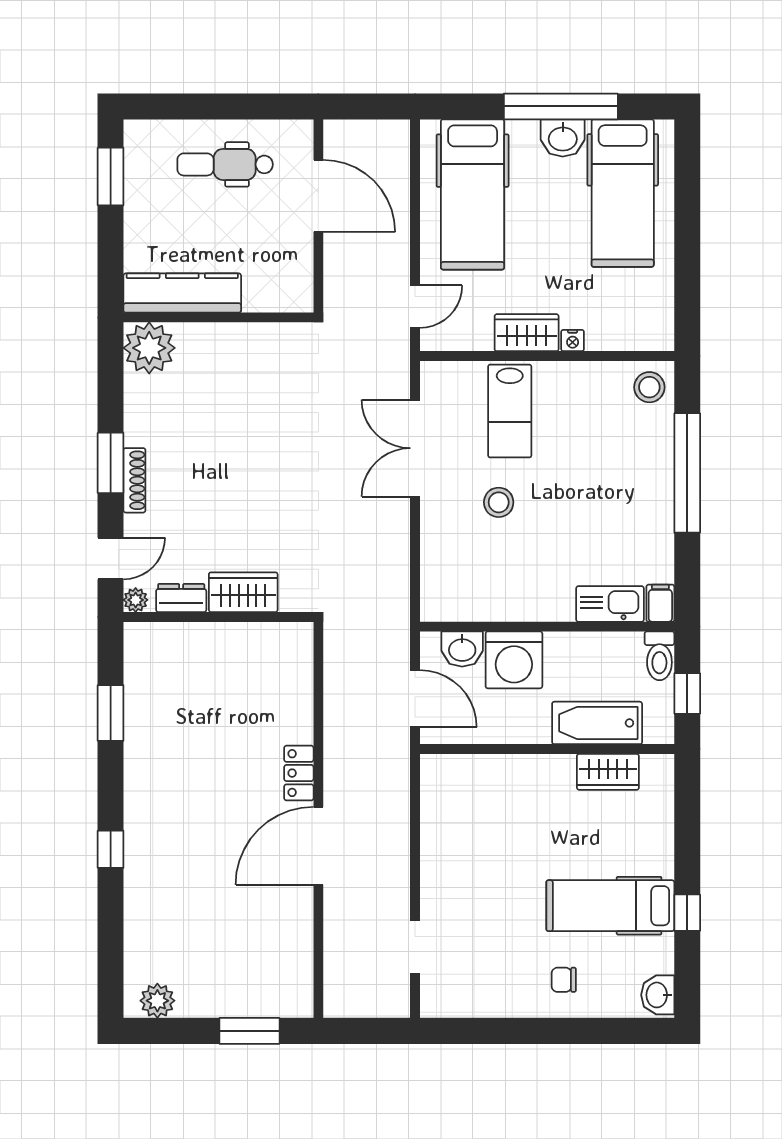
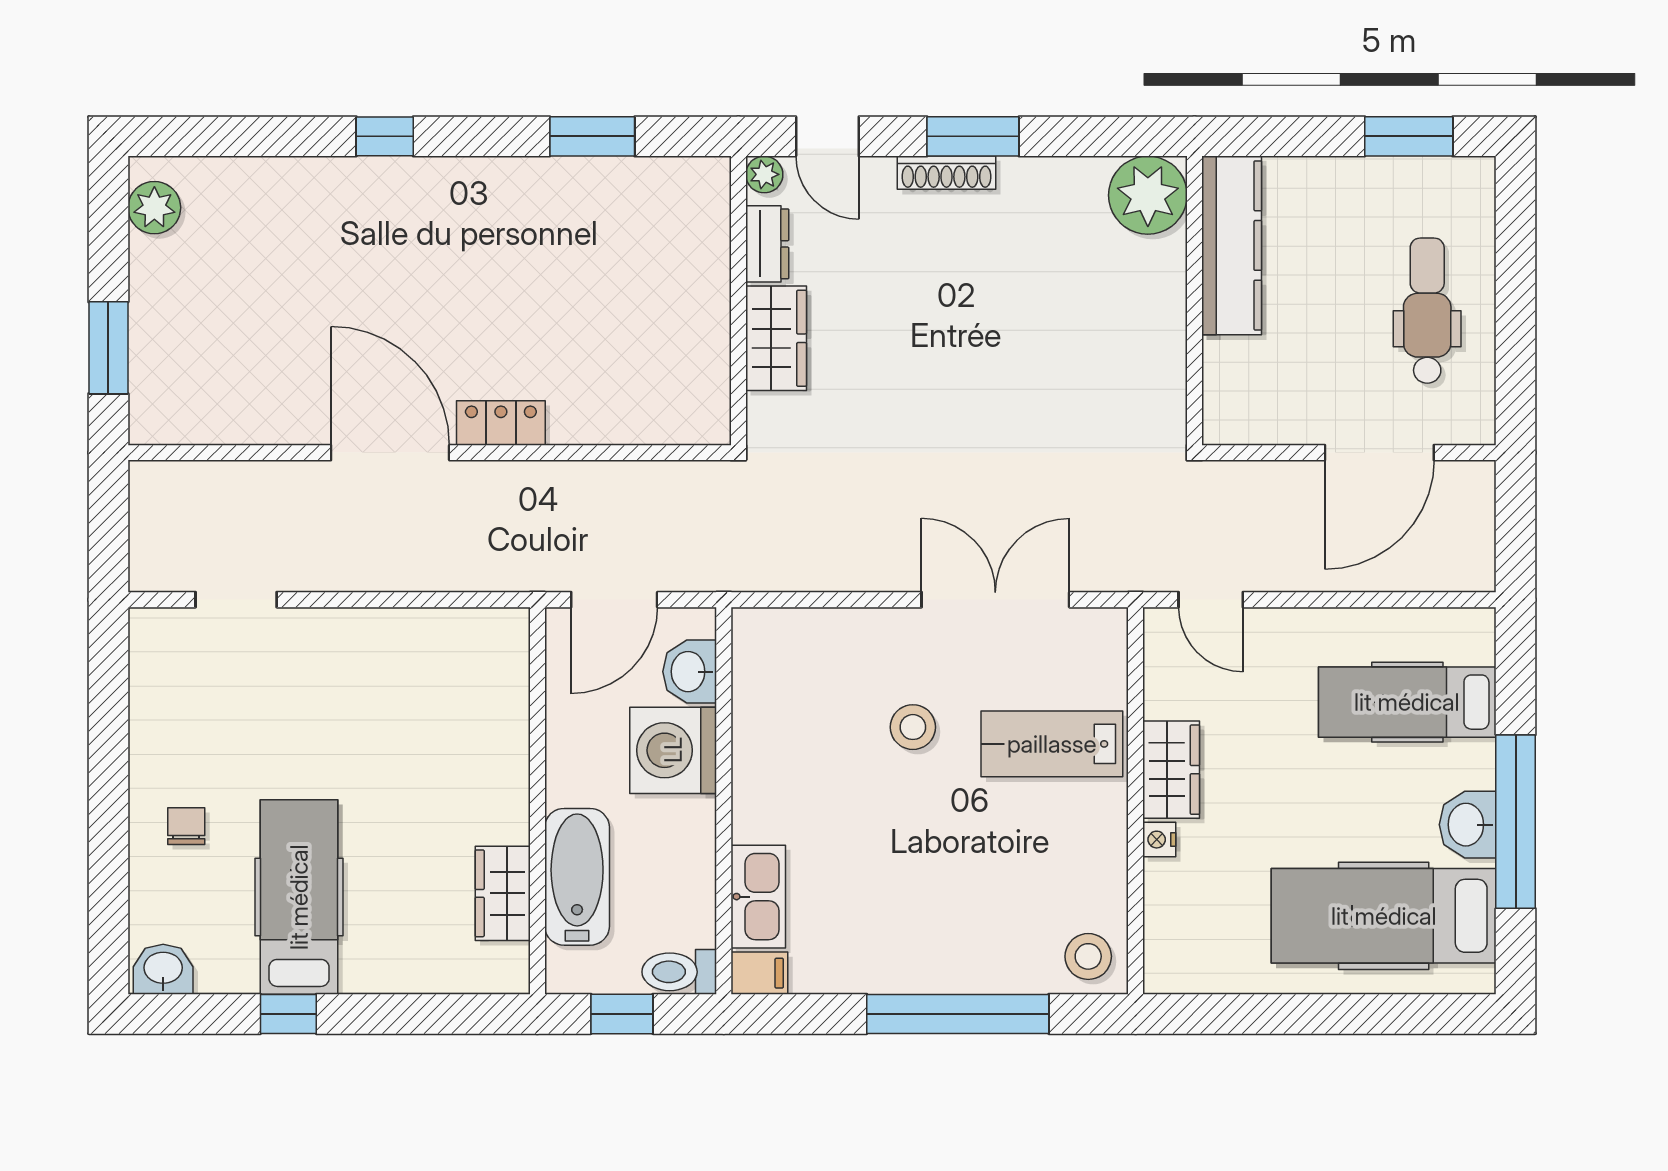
hospital bed: (473, 194) -> (1407, 702), width x0.73, depth x0.78

